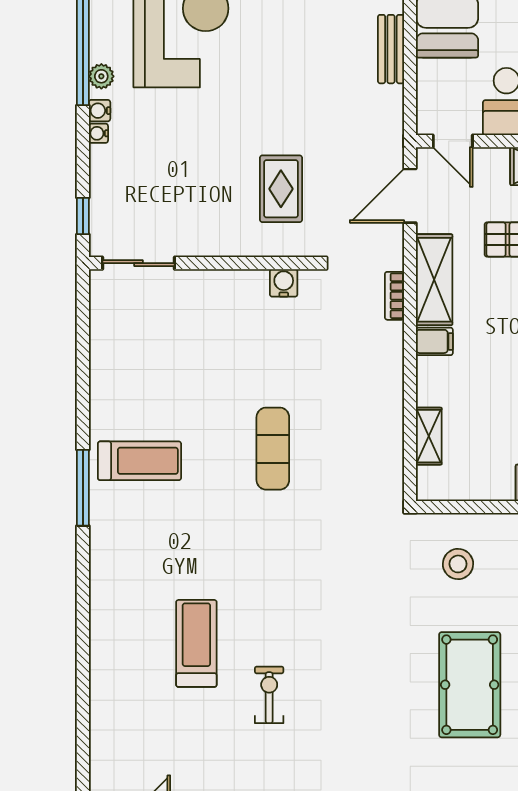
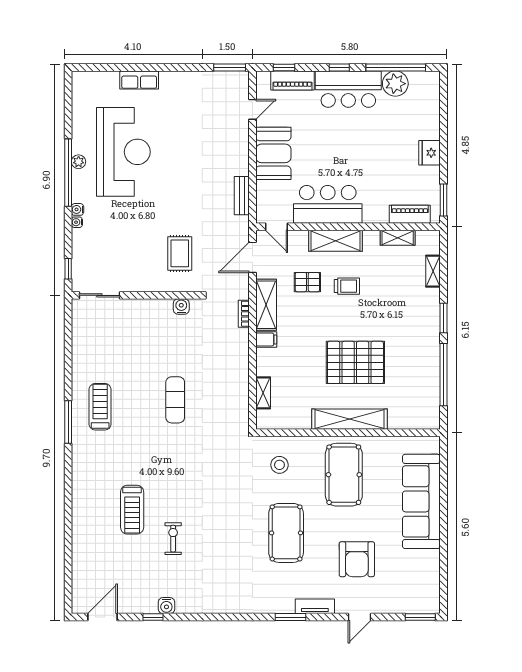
bench: (391, 49) -> (242, 196), moved
plant: (101, 76) -> (79, 162), moved
treadmill: (139, 461) -> (100, 407), turned -90
treadmill: (196, 643) -> (132, 510), turned 180

